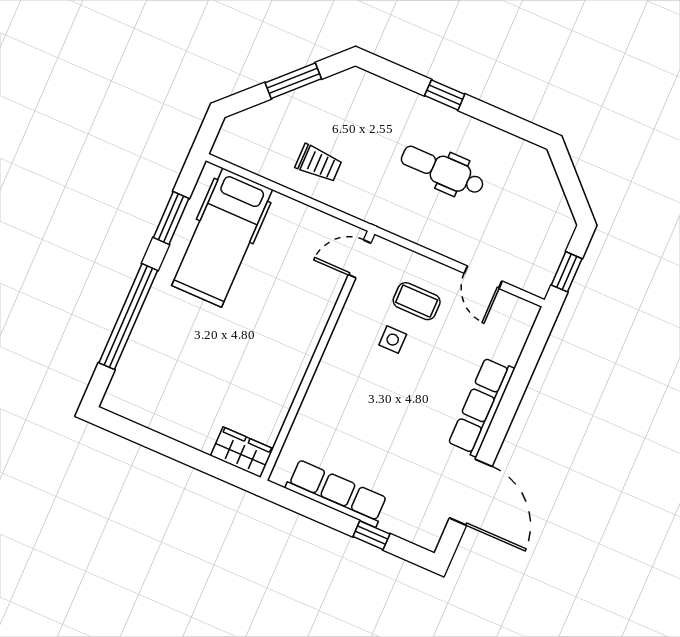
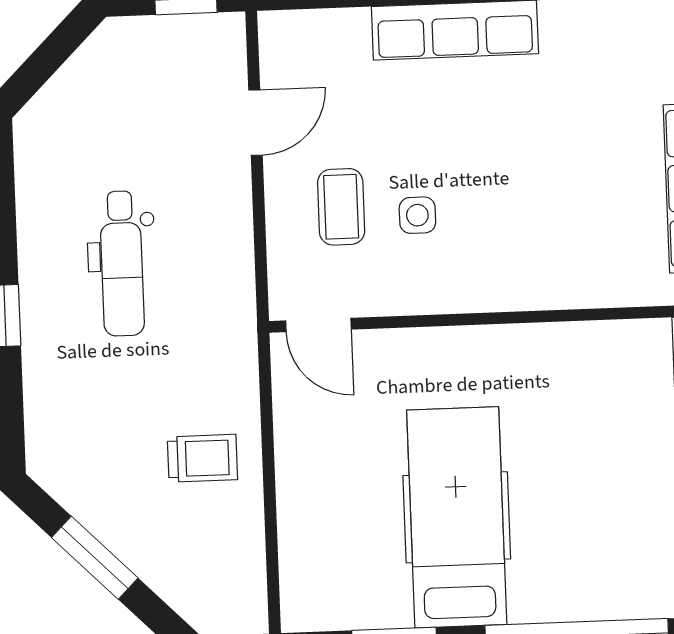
trolley: (319, 163) -> (202, 458), turned 90
hospital bed: (222, 238) -> (457, 517), moved, turned -90

